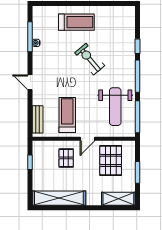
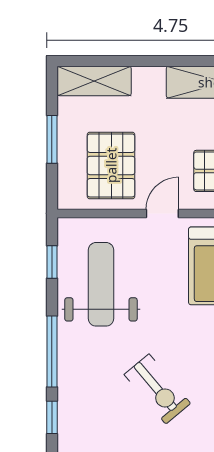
window: (137, 117) -> (52, 262), width x0.46

